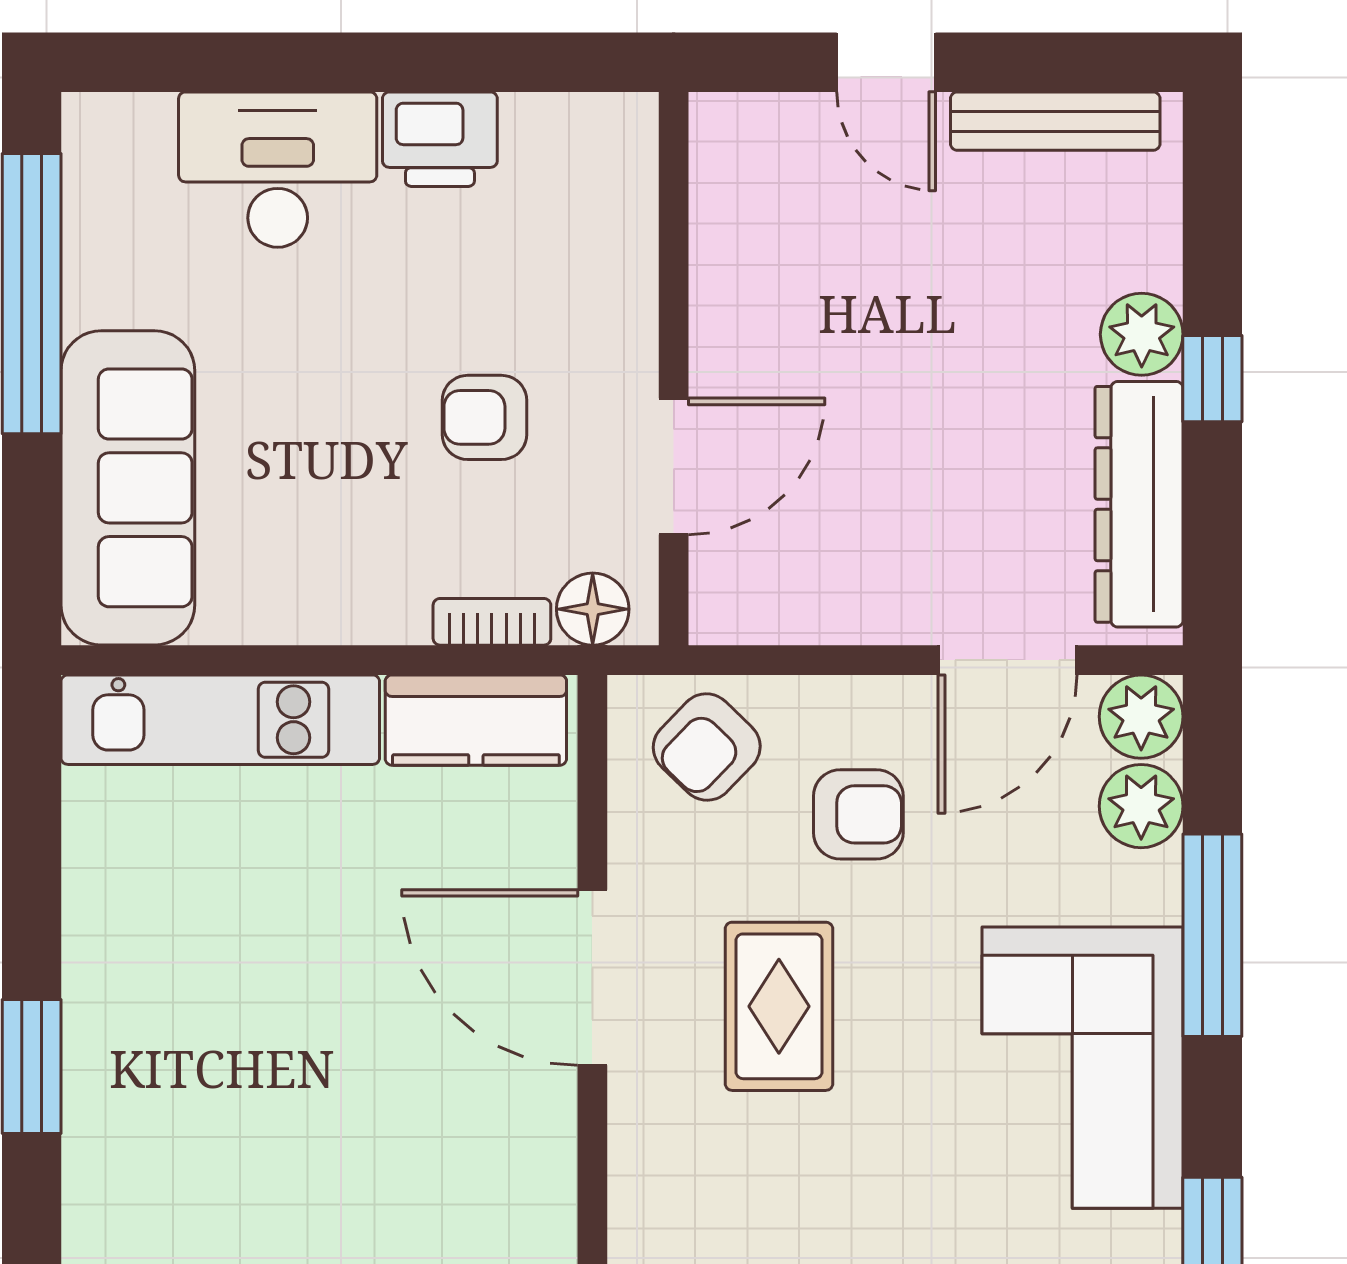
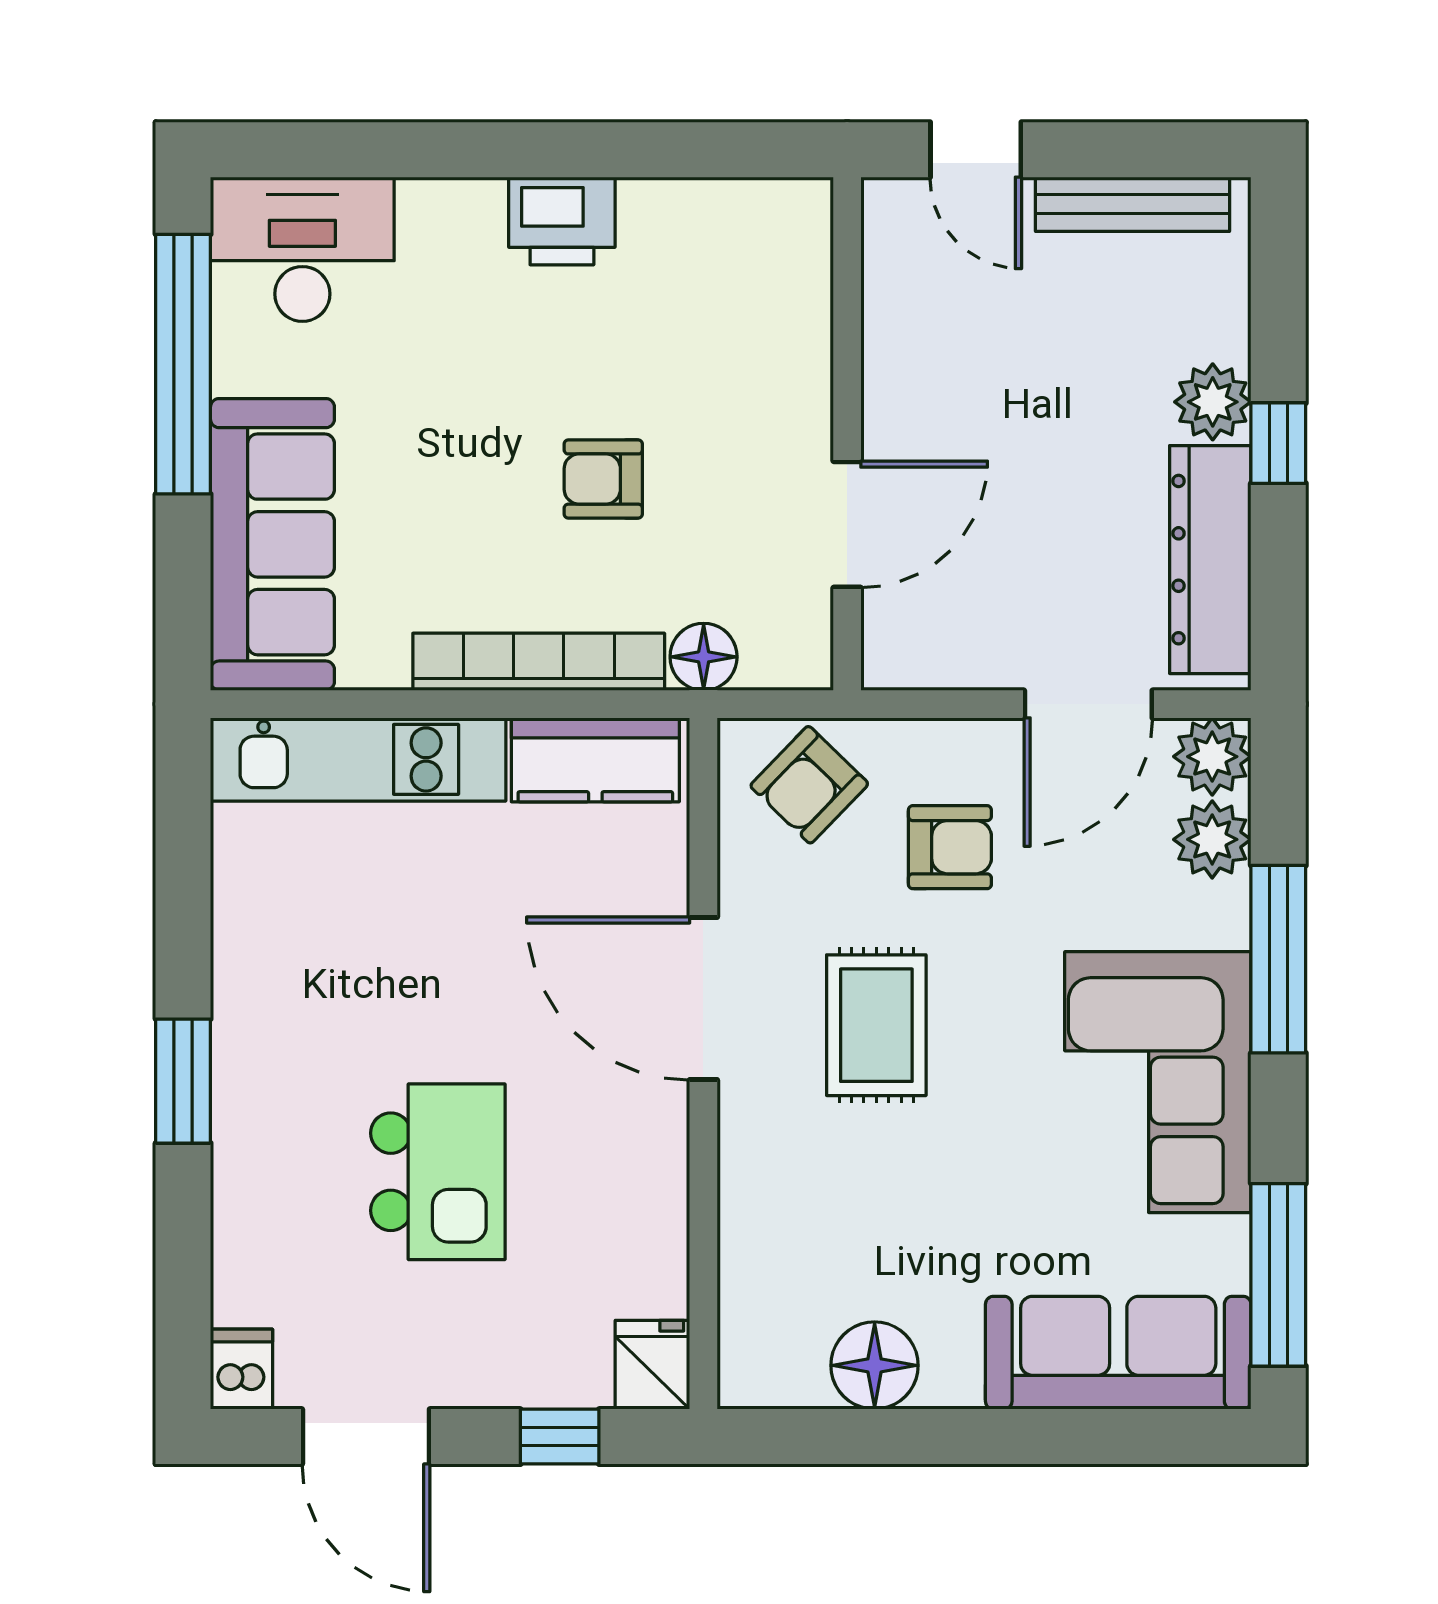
desk: (278, 170) -> (302, 249), moved
wall: (674, 369) -> (847, 434), moved
door: (674, 466) -> (847, 524), moved
bookcase: (492, 622) -> (539, 662), width x2.31, depth x1.31
kitchen island: (306, 1164) -> (438, 1172), added

